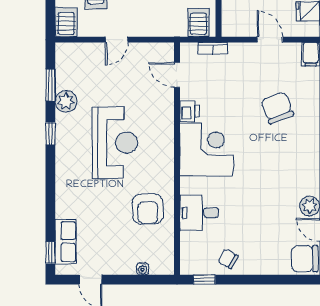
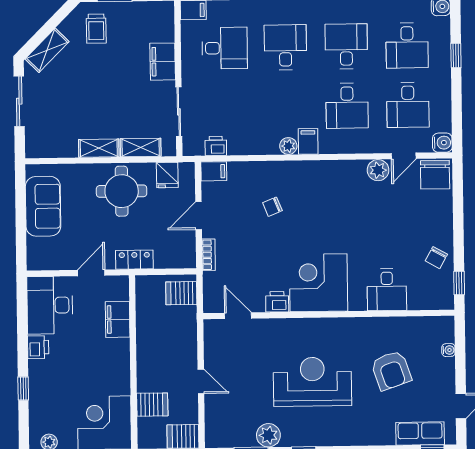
bookcase: (213, 48) -> (209, 255), moved
door: (177, 75) -> (238, 316), swing flipped
chair: (277, 108) -> (272, 207), width x0.54, depth x0.54
armchair: (148, 209) -> (391, 370), moved, turned 71

